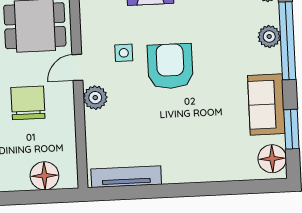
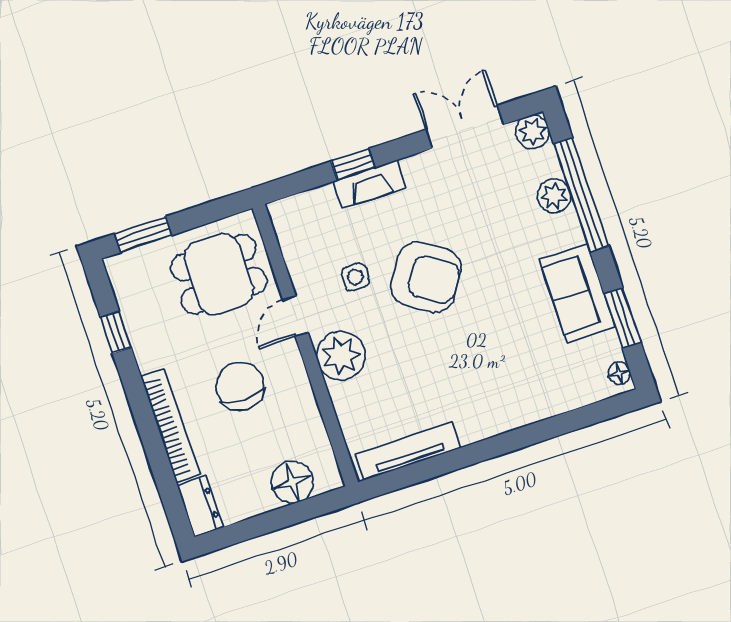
armchair: (170, 66) -> (426, 277), turned 124
plant: (95, 98) -> (341, 356), width x1.36, depth x1.36
floor lamp: (272, 159) -> (619, 373), width x0.53, depth x0.53

